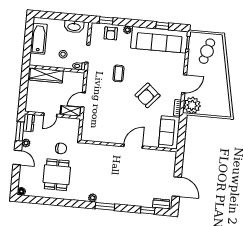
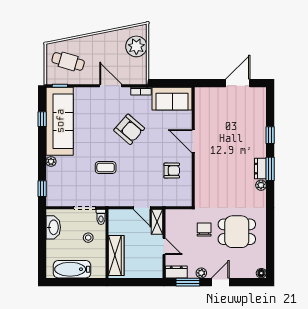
armchair: (111, 33) -> (172, 171), moved
plant: (192, 105) -> (136, 46), moved
dresser: (161, 204) -> (260, 169), moved
window: (148, 210) -> (270, 135), moved

